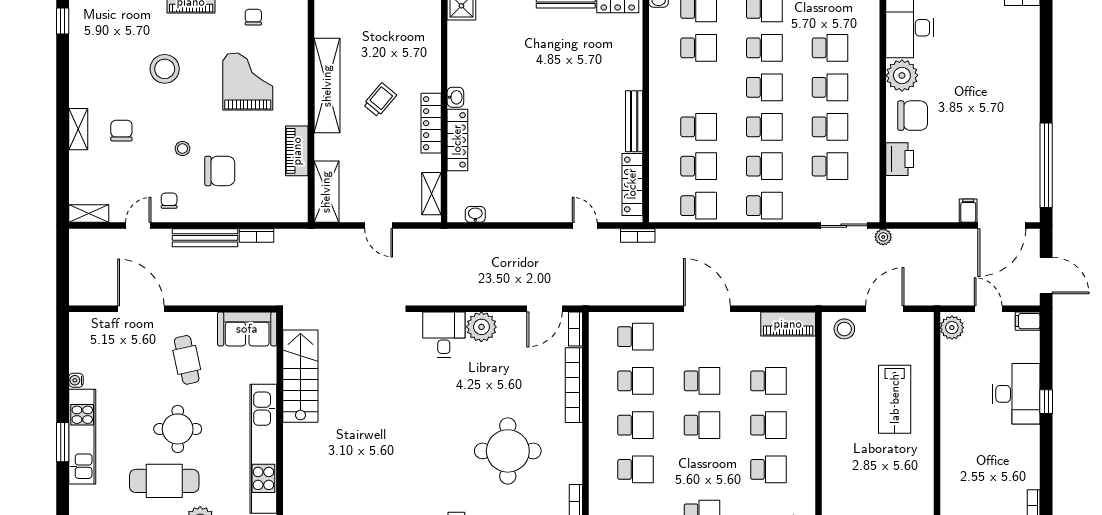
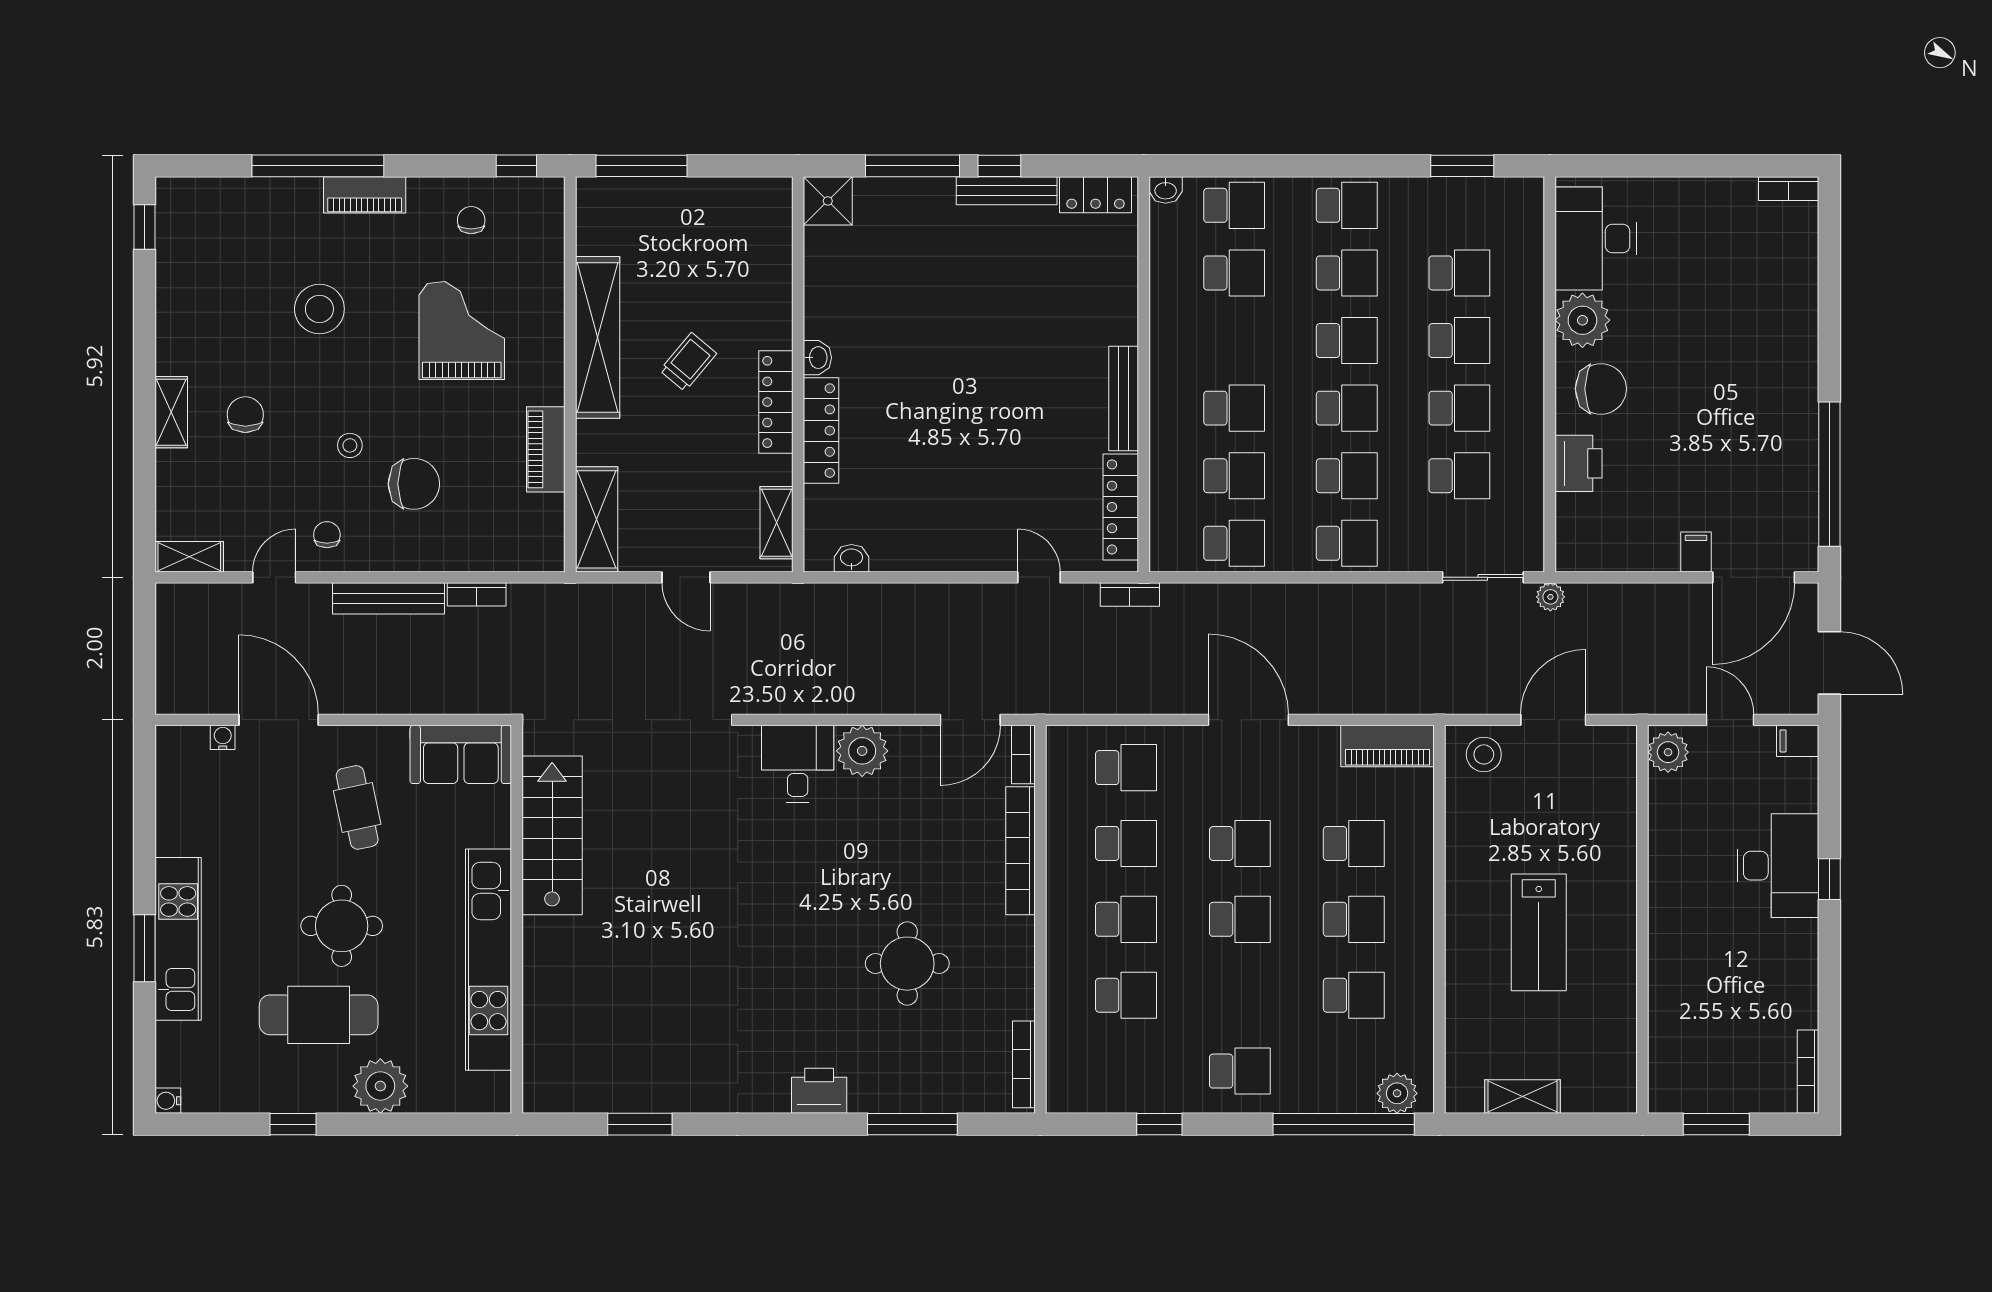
water cooler: (76, 380) -> (223, 737), moved, turned 90
lab bench: (895, 399) -> (1539, 932), moved
round table: (508, 451) -> (907, 964), width x0.73, depth x0.73

